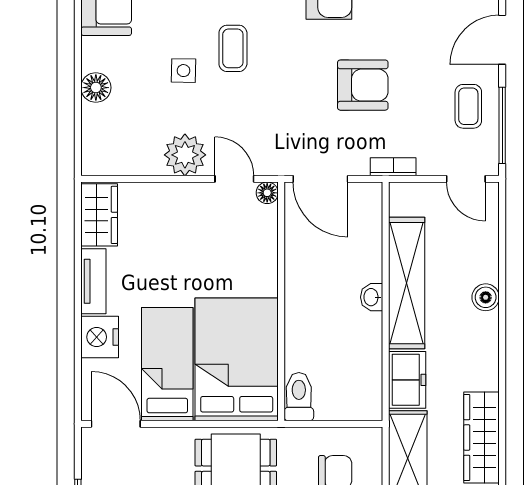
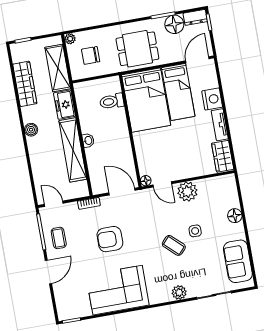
coffee table: (233, 48) -> (174, 245), turned -47
boiler: (486, 297) -> (31, 130), moved
toilet: (299, 397) -> (112, 101), moved, turned 90
door: (116, 424) -> (197, 60), swing flipped

